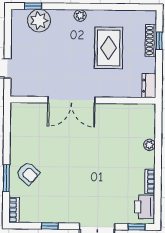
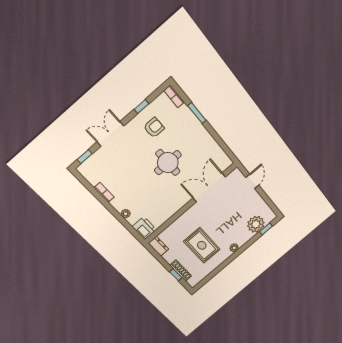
double door: (71, 100) -> (209, 187), moved
round table: (70, 157) -> (168, 163), added
armchair: (28, 173) -> (154, 128), moved, turned 138
printer: (145, 207) -> (144, 228), moved

